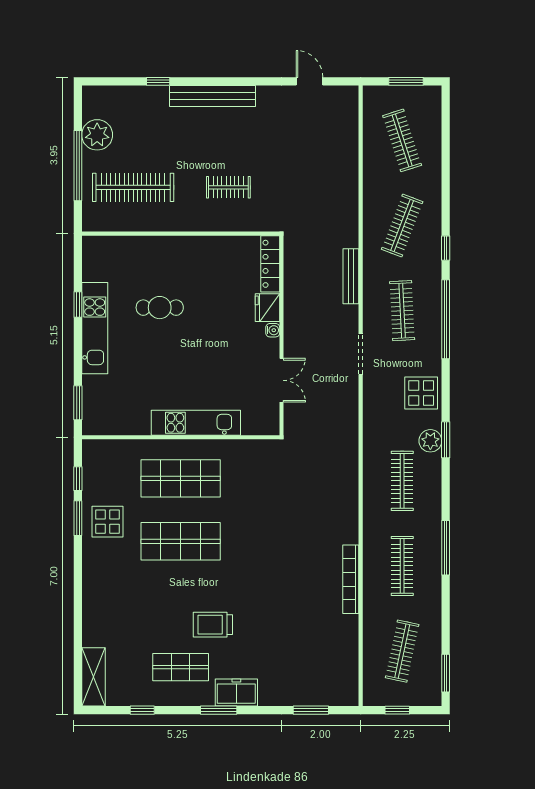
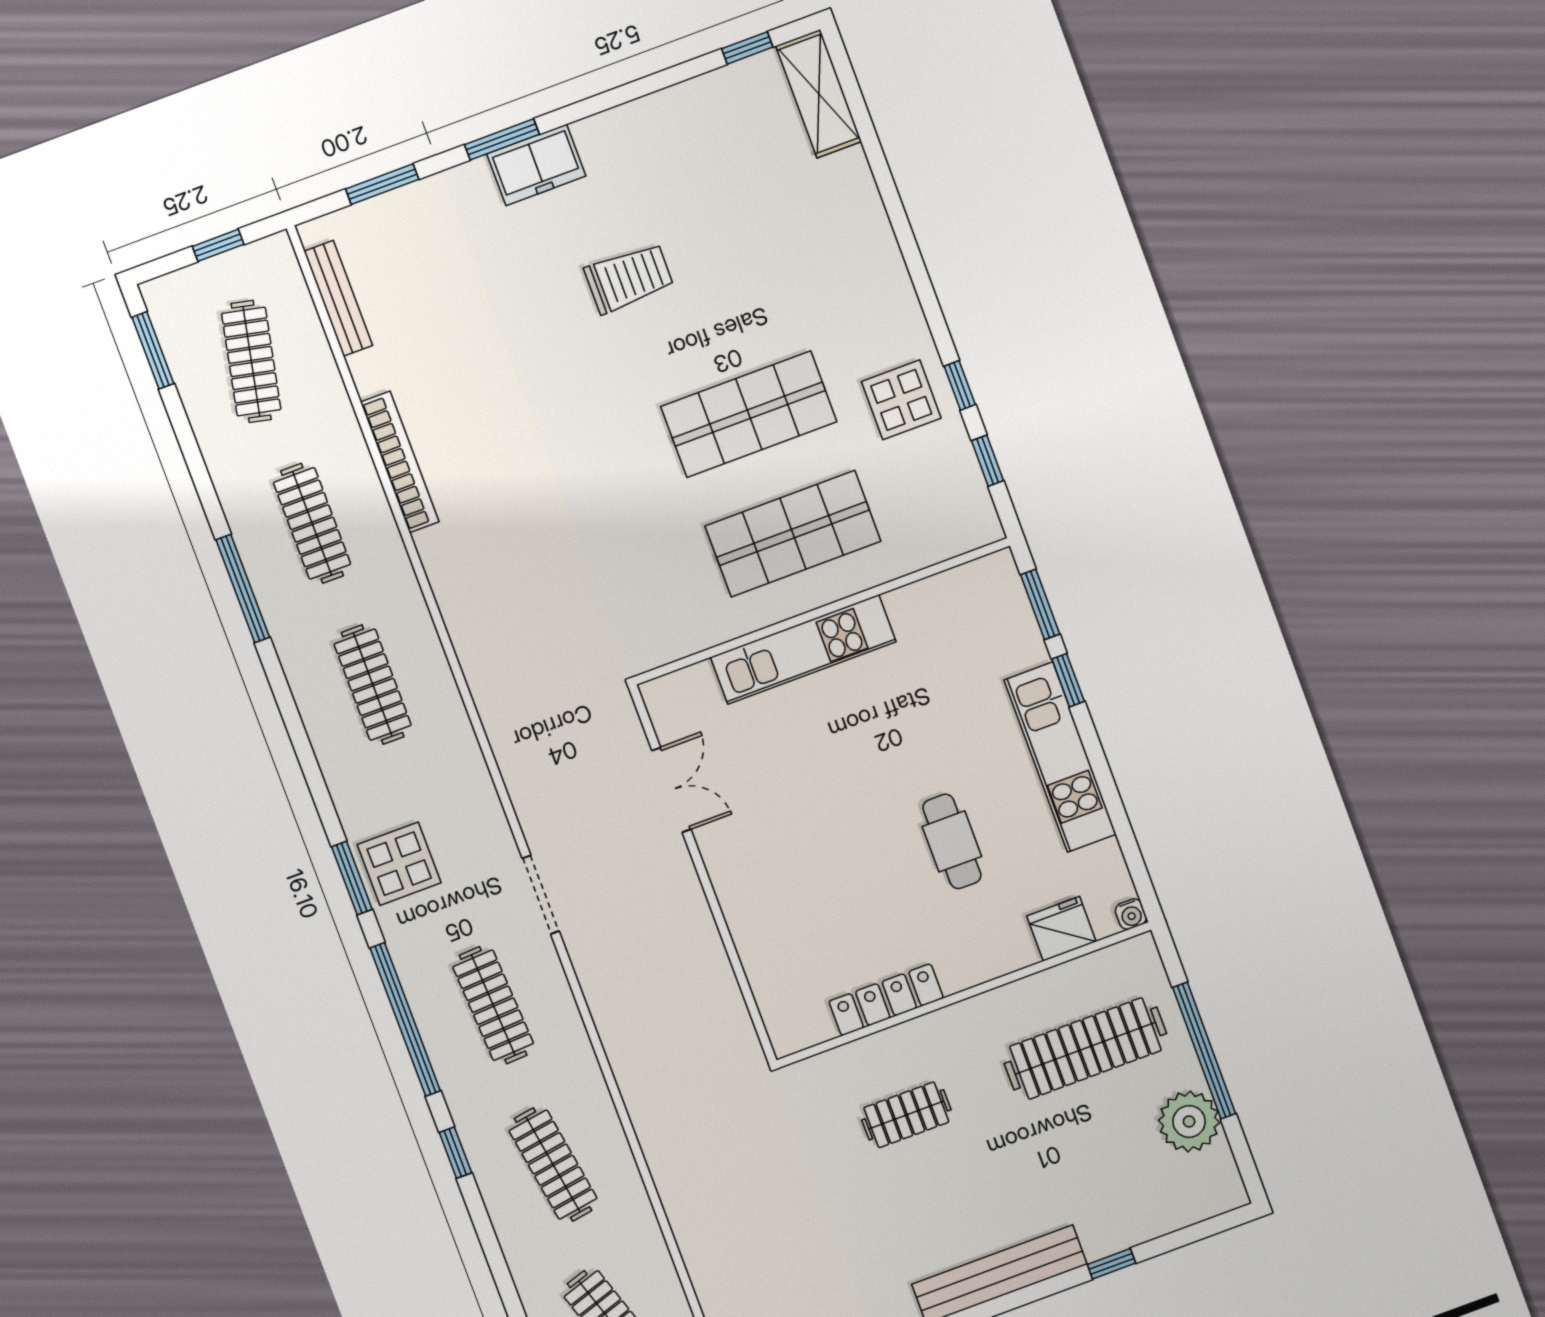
clothes rail: (402, 226) -> (553, 1165), turned -30
locker: (270, 264) -> (886, 1000), moved, turned -90
bench: (351, 276) -> (338, 298), moved
window: (78, 305) -> (1068, 680), moved
cafe table: (160, 308) -> (952, 841), turned 90
fridge: (267, 308) -> (1061, 929), moved, turned -90
water cooler: (273, 330) -> (1131, 914), moved, turned -90
double door: (282, 380) -> (671, 790), swing flipped
window: (446, 440) -> (352, 878), moved
plant: (430, 441) -> (348, 780), removed
window: (78, 518) -> (960, 385), width x0.67
shop shelf: (181, 667) -> (660, 174), removed
window: (142, 710) -> (747, 48), moved
window: (219, 710) -> (502, 139), moved

